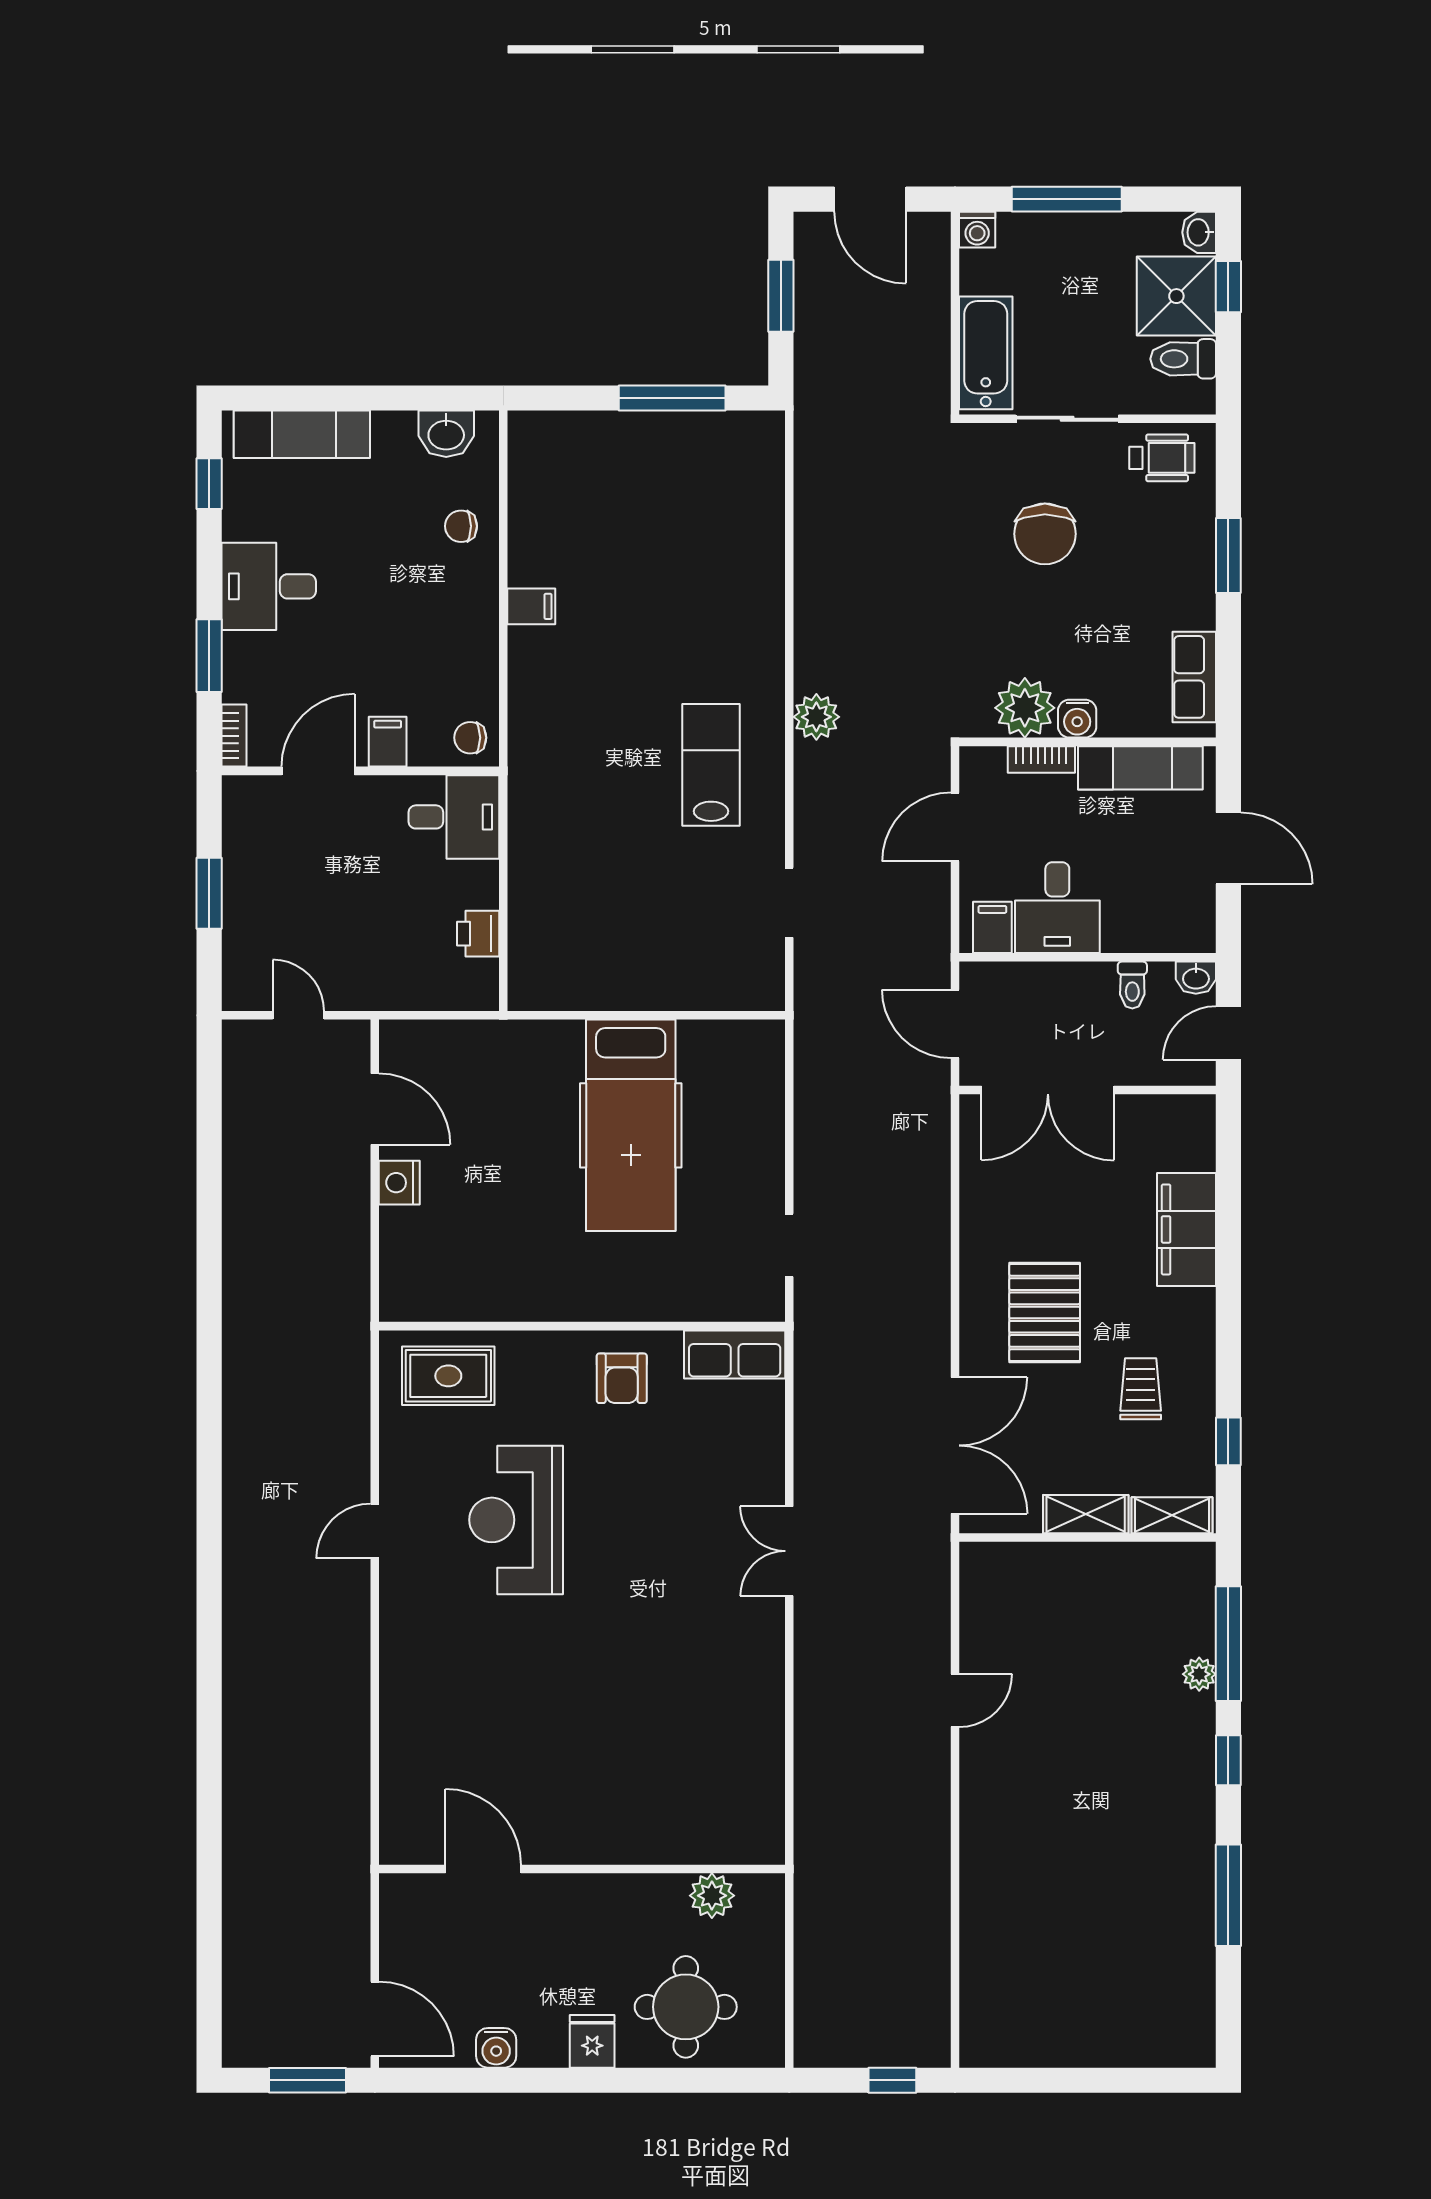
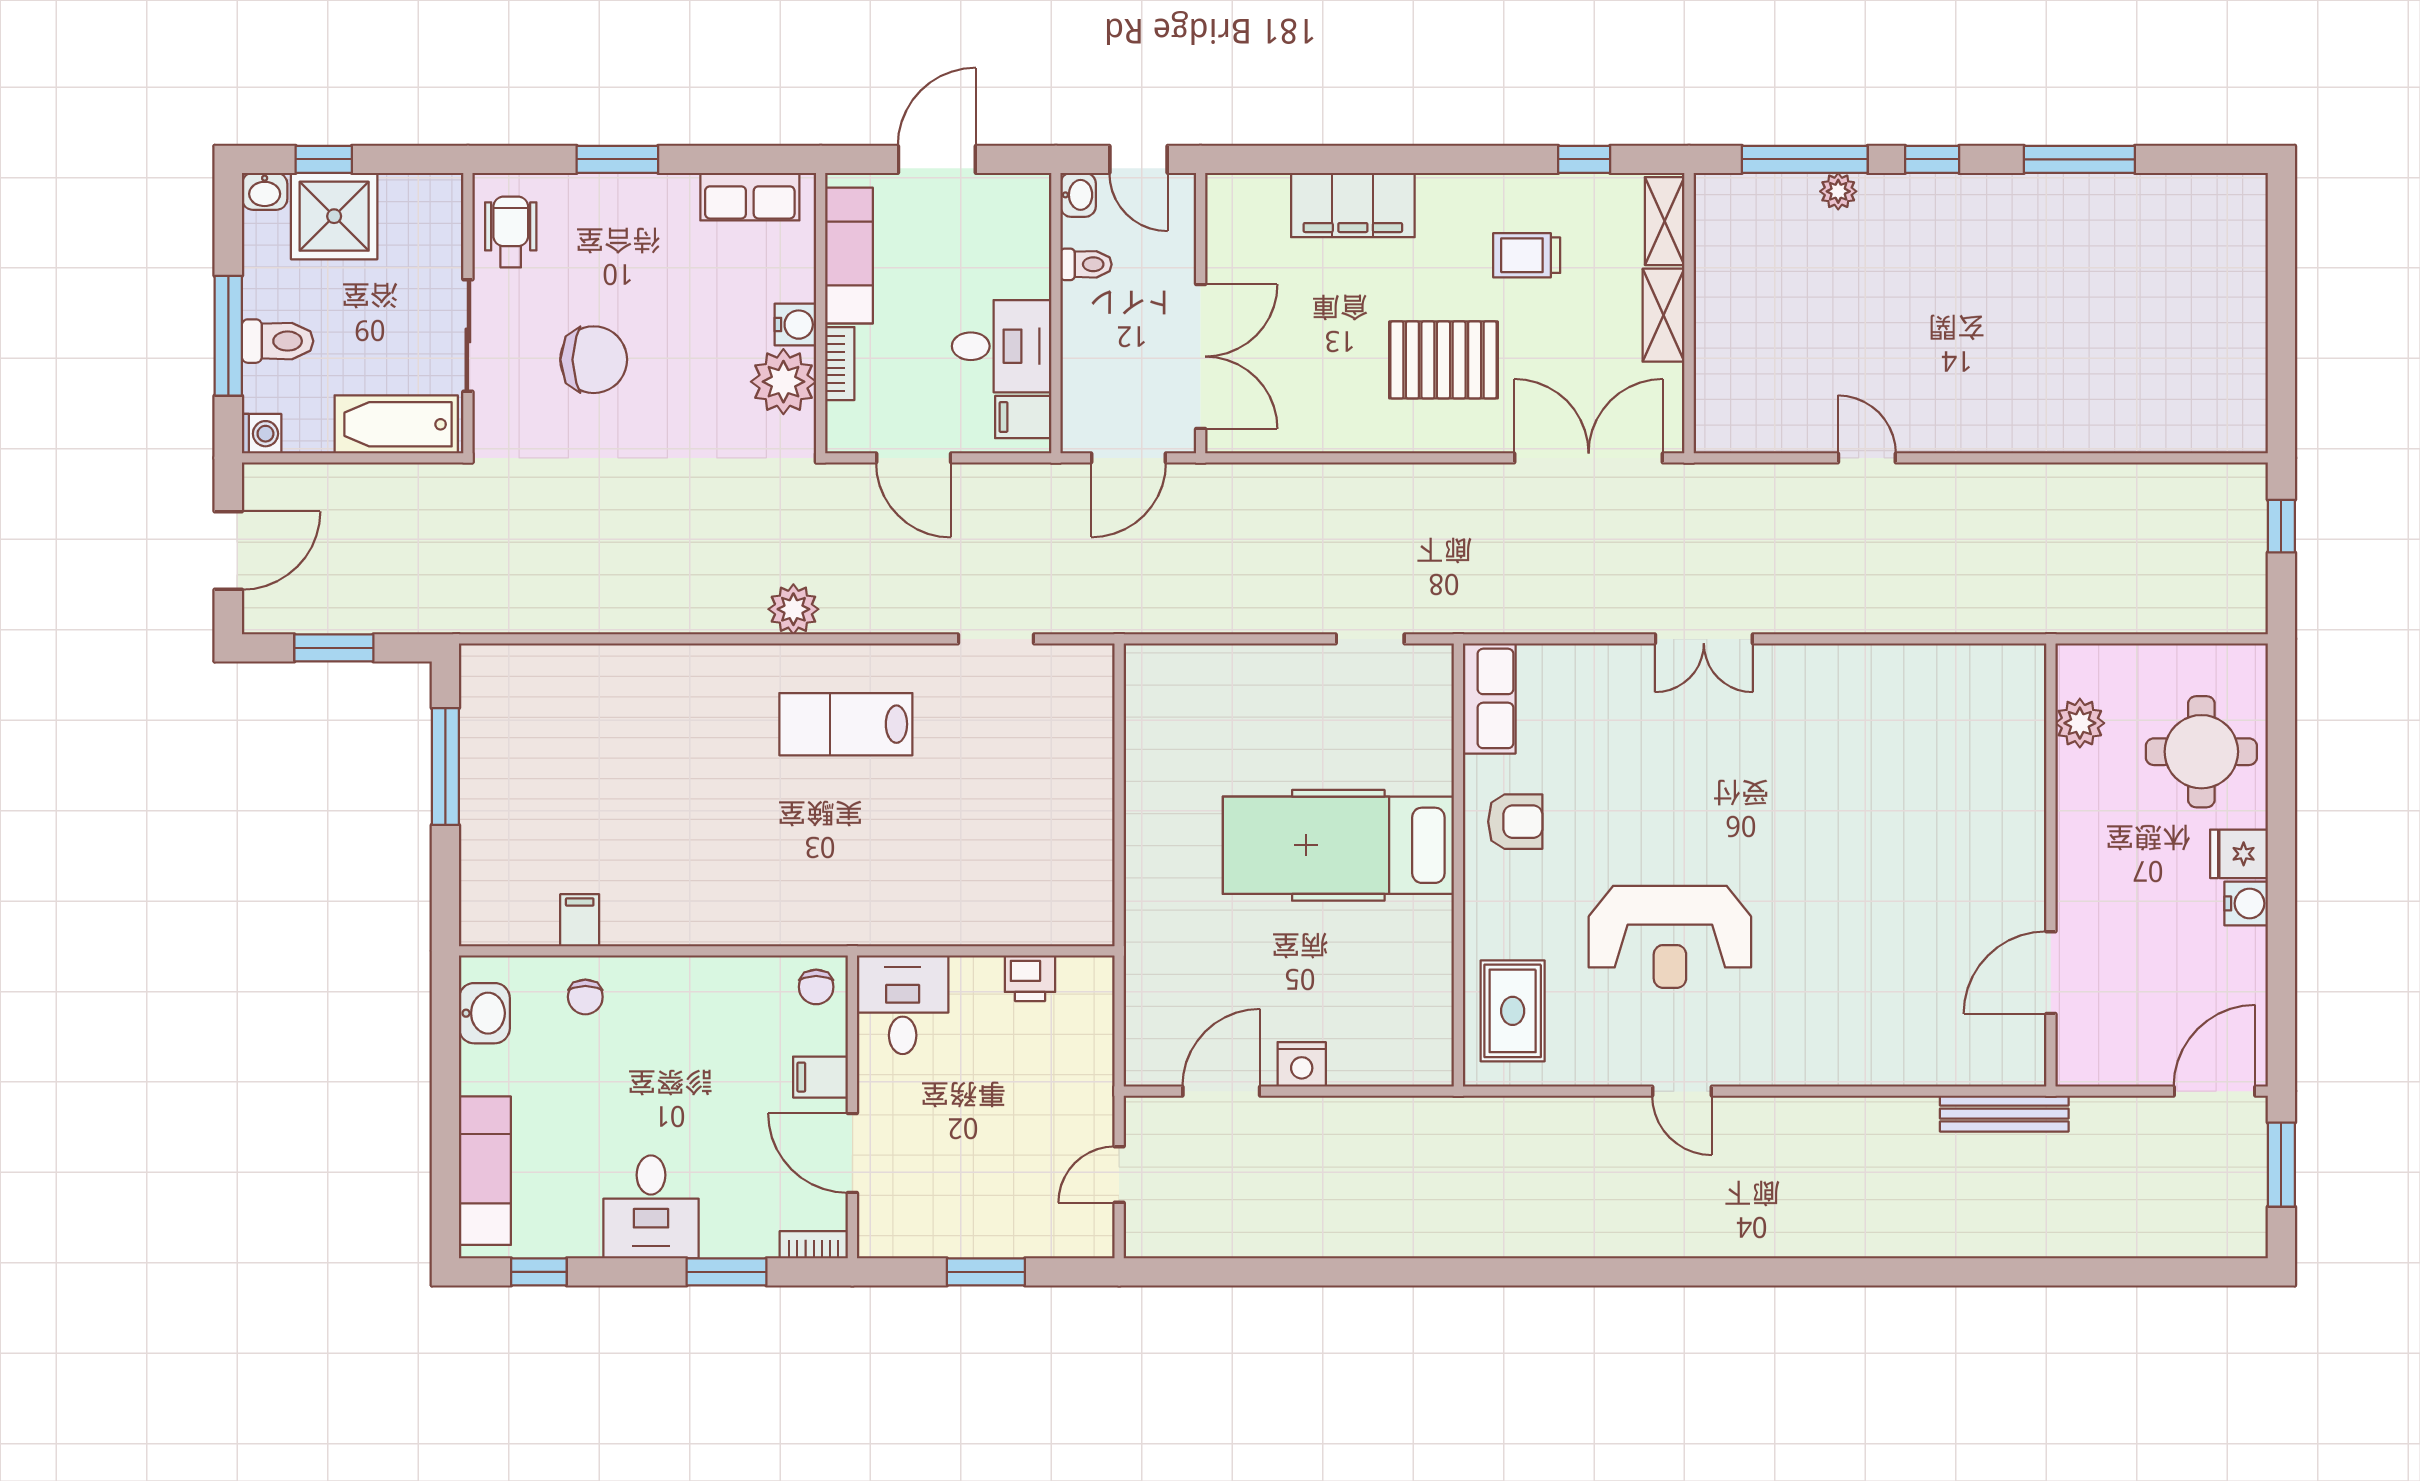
toilet: (1183, 359) -> (278, 341), moved, turned -90
filing cabinet: (531, 606) -> (580, 920), moved
hospital bed: (631, 1125) -> (1338, 845), moved, turned 180
bench: (354, 1826) -> (2004, 1114), added
water cooler: (496, 2048) -> (2246, 903), moved

